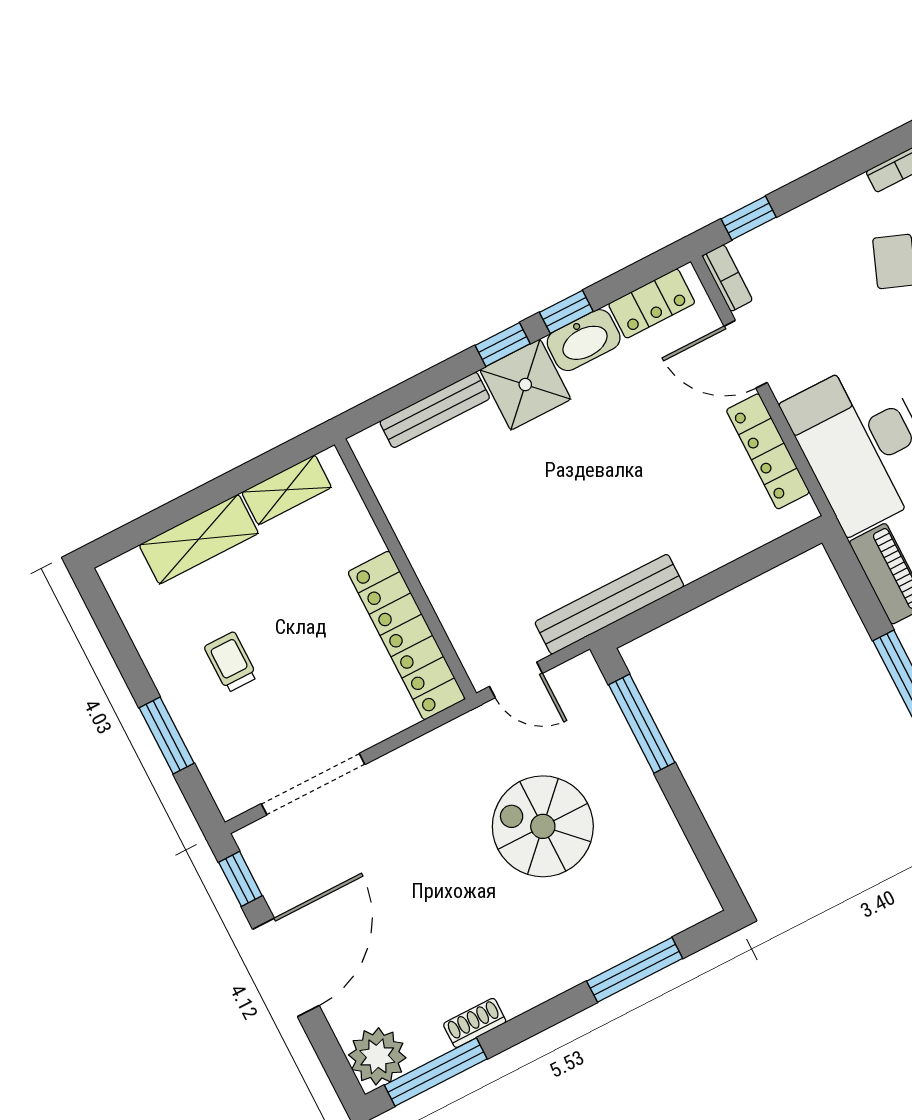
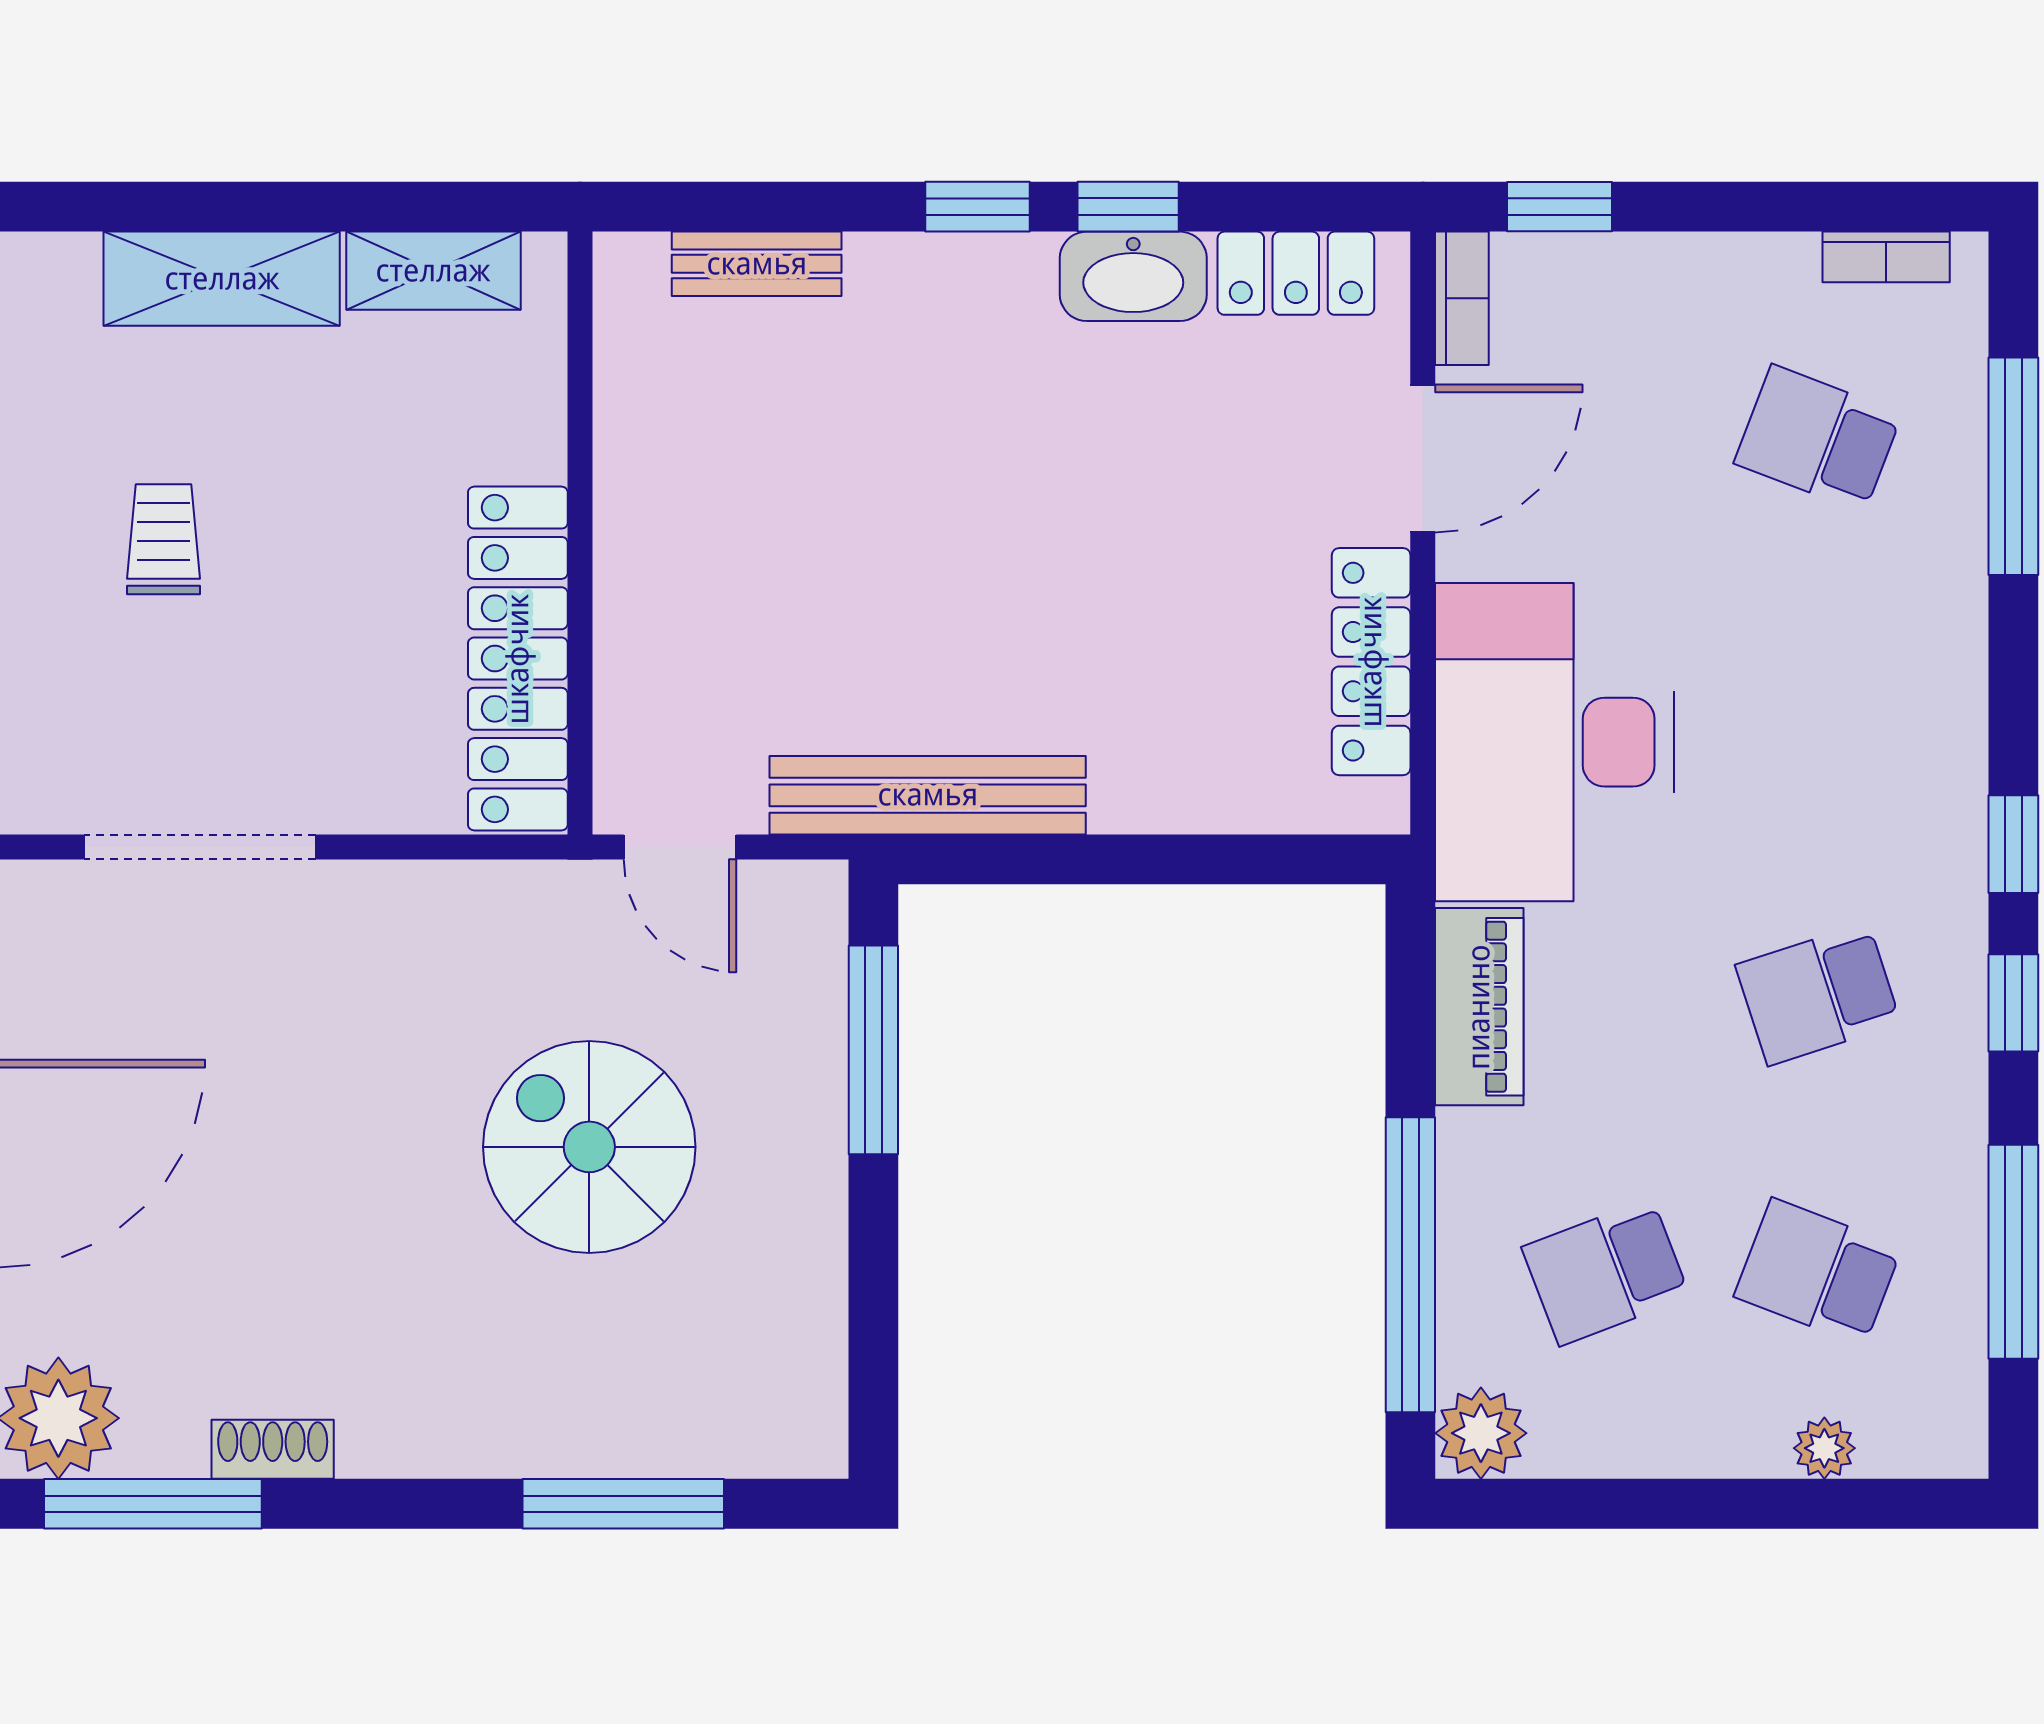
door: (746, 354) -> (1423, 459), swing flipped
shower: (525, 385) -> (981, 303), removed
bench: (435, 410) -> (757, 264), width x0.73

